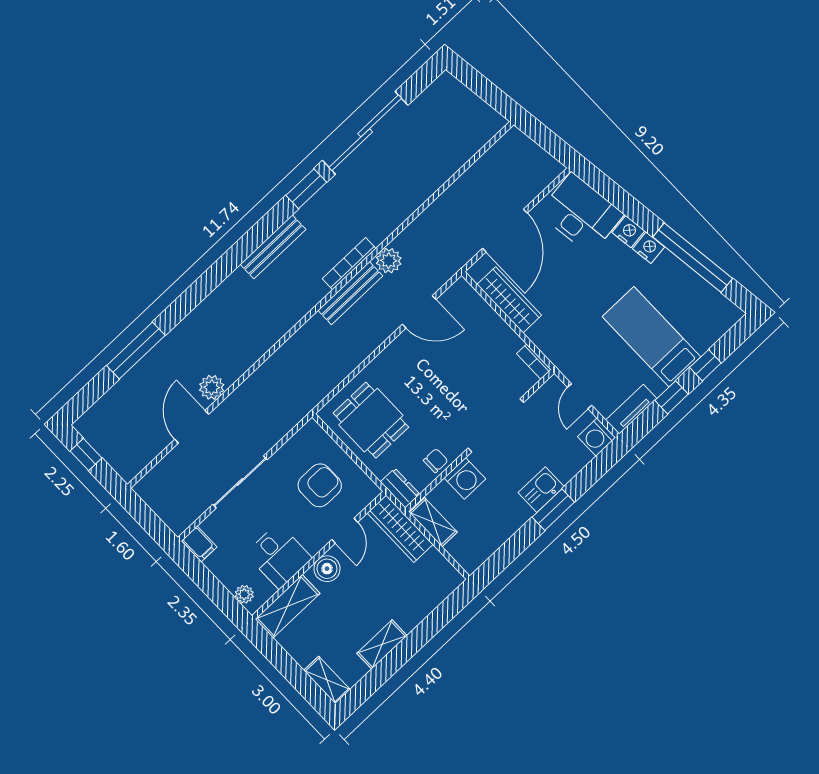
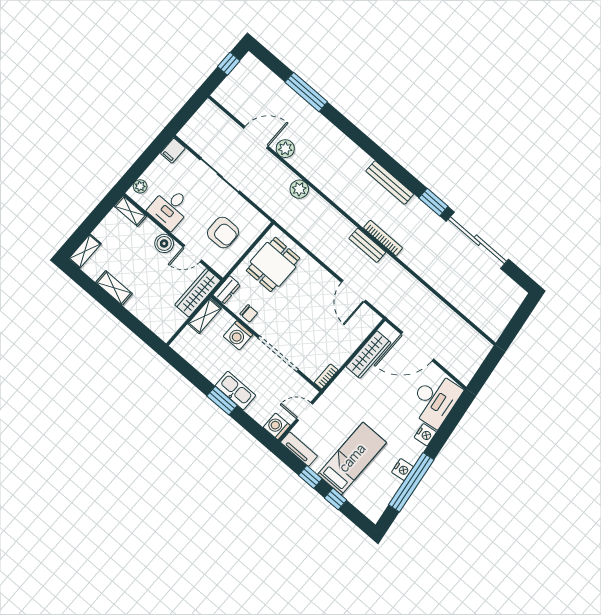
nightstand: (649, 248) -> (402, 470), moved
plant: (389, 261) -> (299, 189), moved
bench: (350, 293) -> (367, 245), width x0.73
kitchen sink: (541, 490) -> (235, 391), width x1.38
shelving: (287, 606) -> (130, 211), width x0.67, depth x0.75

